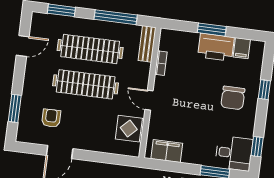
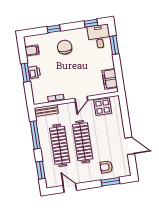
printer: (216, 47) -> (34, 72), width x0.53, depth x0.68
chair: (233, 98) -> (65, 47), turned -90
armchair: (51, 118) -> (106, 167), moved

